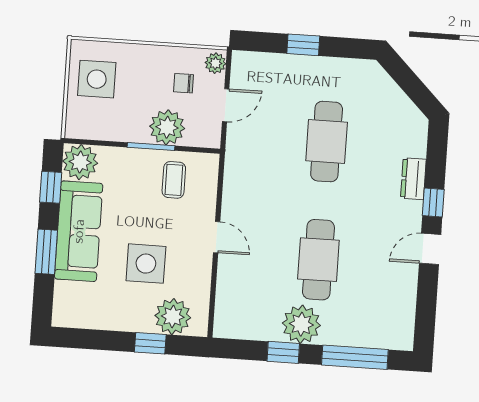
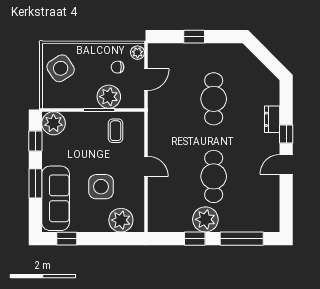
side table: (97, 79) -> (61, 68), turned -33
sofa: (79, 231) -> (56, 198), moved
window: (150, 343) -> (67, 239), moved

